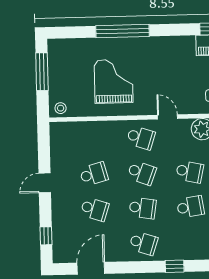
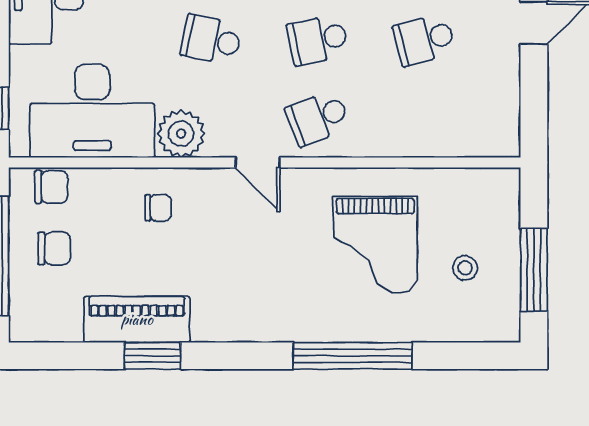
stool: (61, 108) -> (465, 268), moved
school desk: (141, 138) -> (318, 118), turned -39
school desk: (142, 173) -> (318, 40), turned -33

